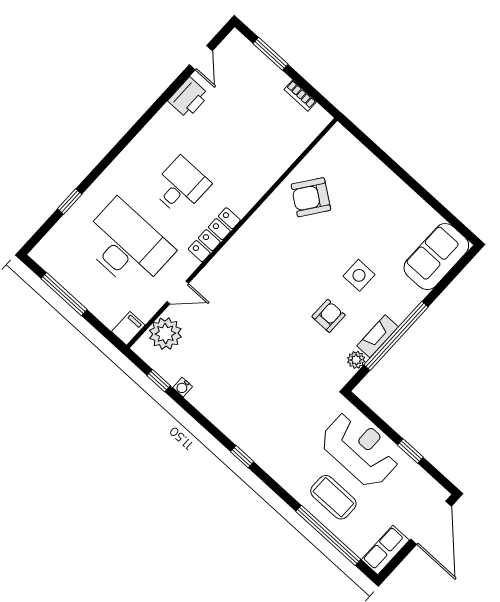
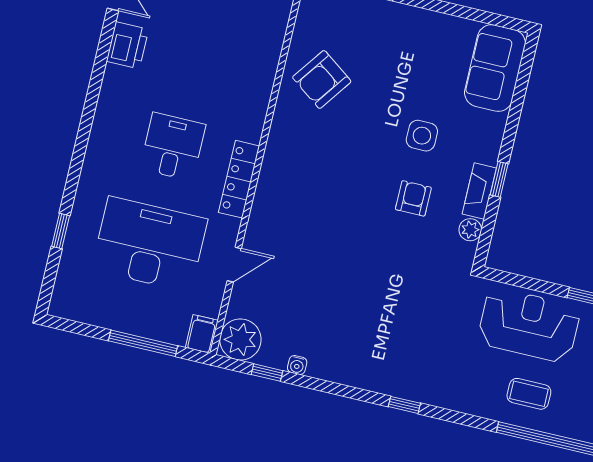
window: (64, 294) -> (143, 343), moved
plant: (165, 334) -> (240, 340), moved
window: (396, 336) -> (499, 179), width x0.32
coffee table: (333, 497) -> (529, 394), width x0.73, depth x0.77

